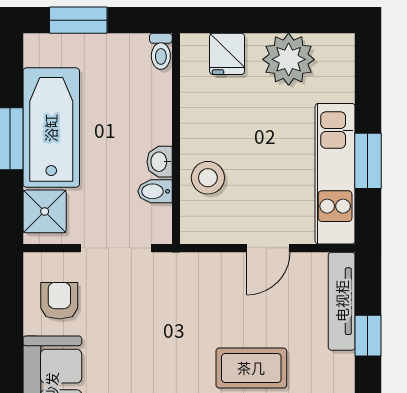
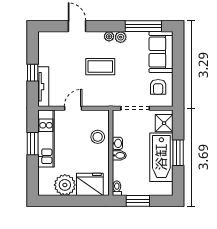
window: (78, 20) -> (138, 201), moved
fridge: (227, 54) -> (90, 184), width x1.88, depth x1.34
bidet: (155, 191) -> (119, 155), moved
coffee table: (251, 368) -> (100, 67), moved

